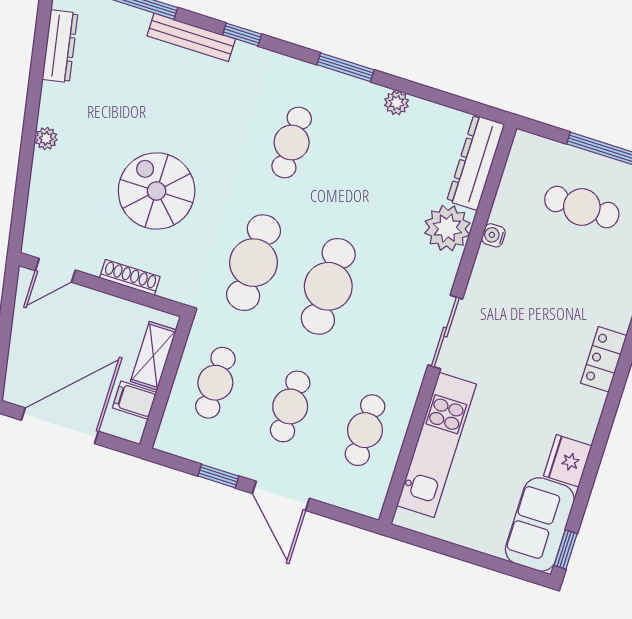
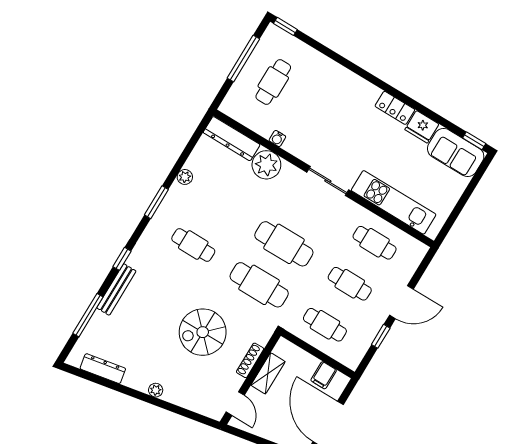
shelving: (153, 356) -> (268, 373), moved, turned 90
locker: (604, 359) -> (395, 108), moved

